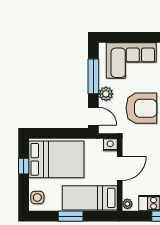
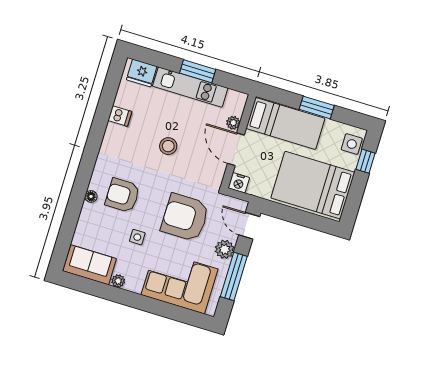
window: (24, 166) -> (366, 161), moved
door: (120, 168) -> (236, 149), hinge flipped
plant: (127, 204) -> (233, 123), moved

